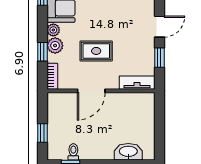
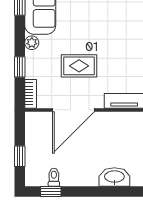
plant: (55, 46) -> (34, 60), removed
door: (91, 91) -> (74, 110), width x1.36

